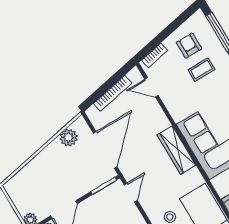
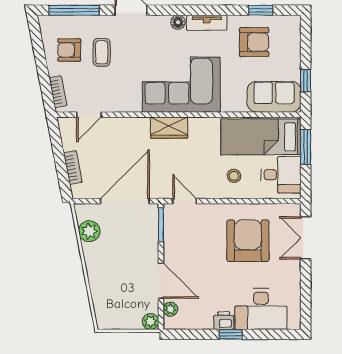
bookcase: (113, 93) -> (73, 167), width x0.64
door: (105, 150) -> (125, 201), hinge flipped
wardrobe: (177, 150) -> (169, 128), width x0.67

